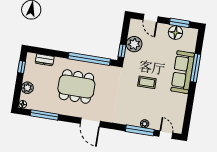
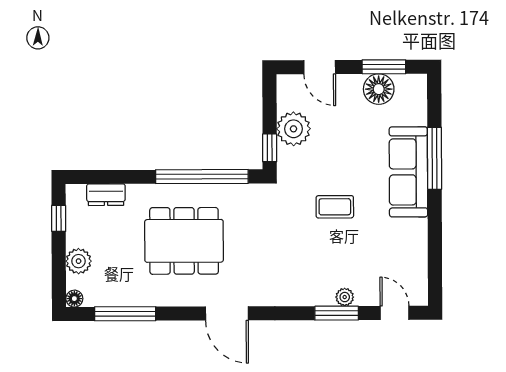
window: (140, 130) -> (337, 313), width x0.69

